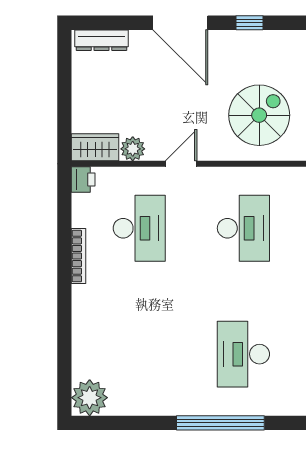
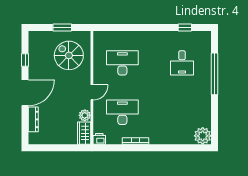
dresser: (101, 40) -> (33, 119), moved
door: (181, 164) -> (92, 92), swing flipped
desk: (243, 354) -> (182, 63), width x0.73

